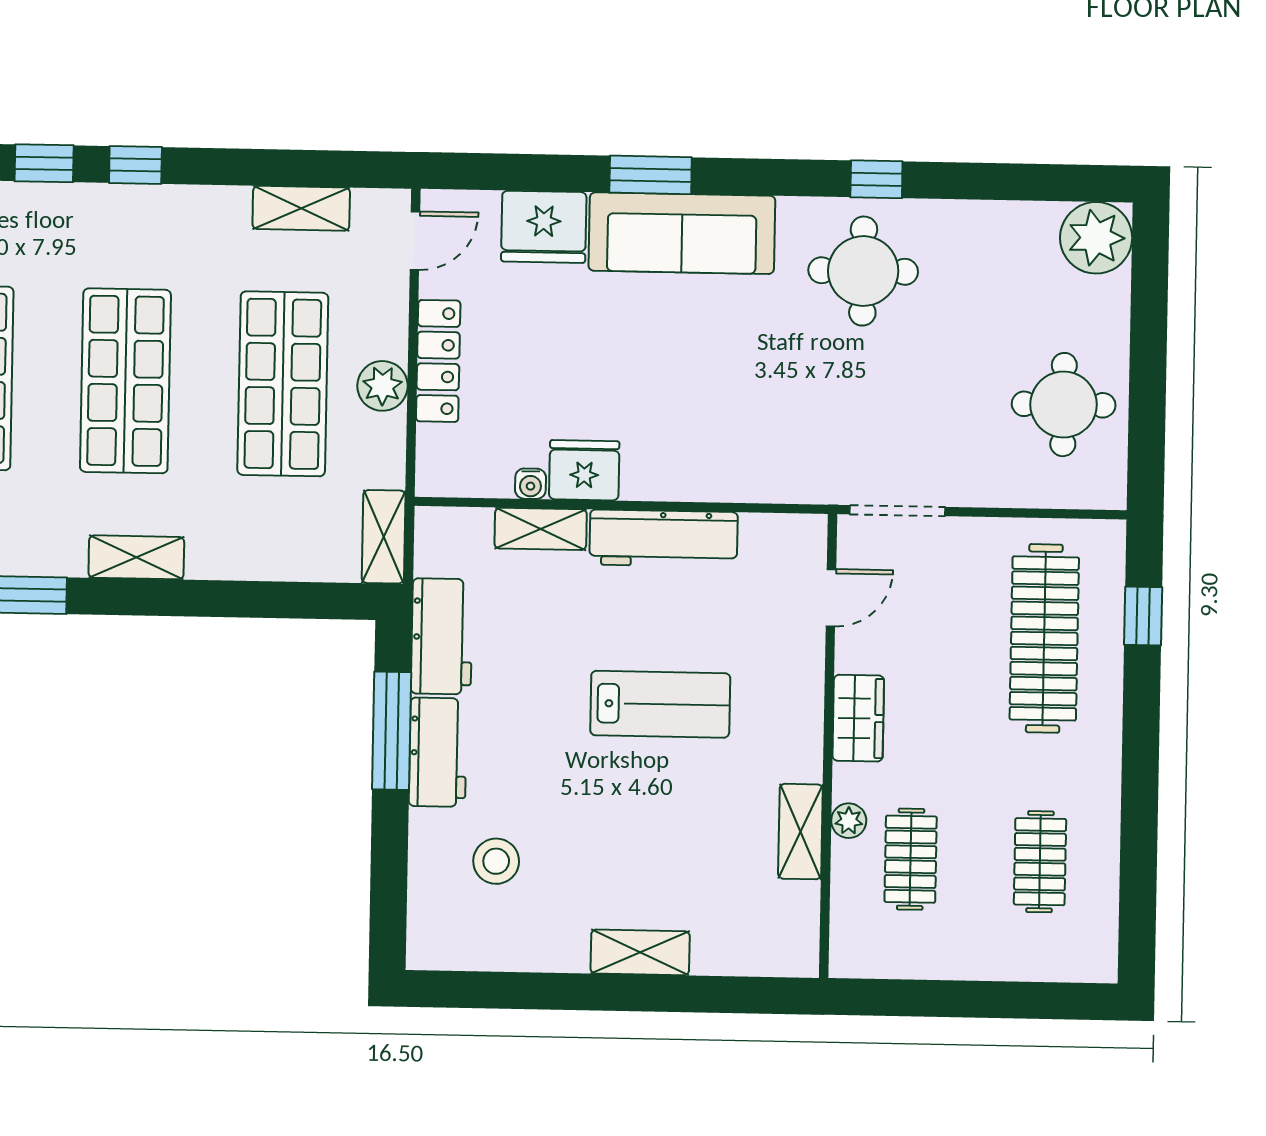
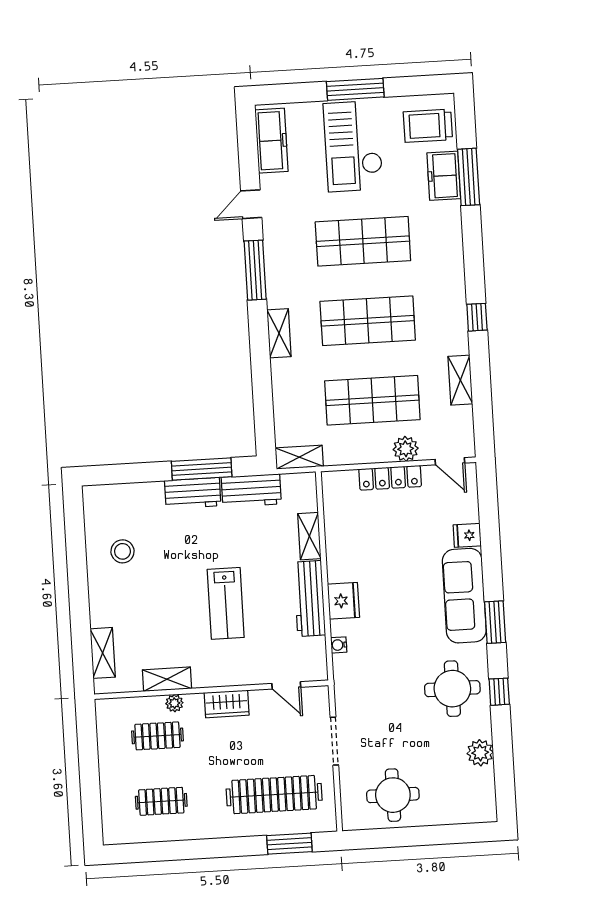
window: (44, 163) -> (474, 271), removed
window: (651, 175) -> (495, 622), moved
shelving: (301, 208) -> (460, 380), moved
fridge: (544, 227) -> (467, 535), width x0.53, depth x0.75
plant: (1096, 238) -> (480, 753), moved, width x0.73, depth x0.73
plant: (382, 386) -> (406, 449), moved
fridge: (584, 470) -> (343, 601), moved
water cooler: (531, 484) -> (339, 645), moved
doorway: (897, 511) -> (334, 741), moved
window: (1143, 616) -> (289, 844), width x1.50
stool: (496, 861) -> (122, 551), moved
shelving: (640, 952) -> (103, 653), moved

